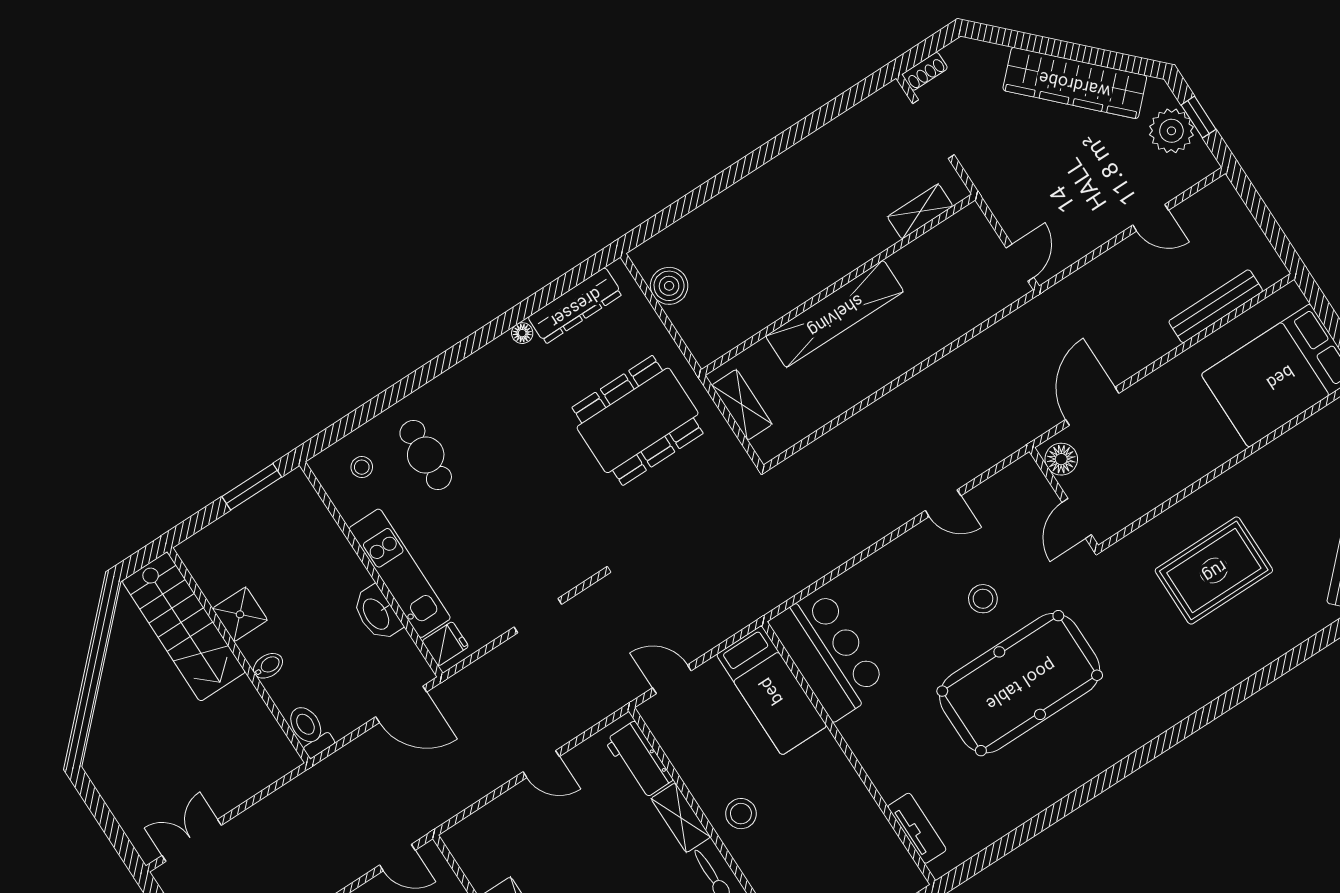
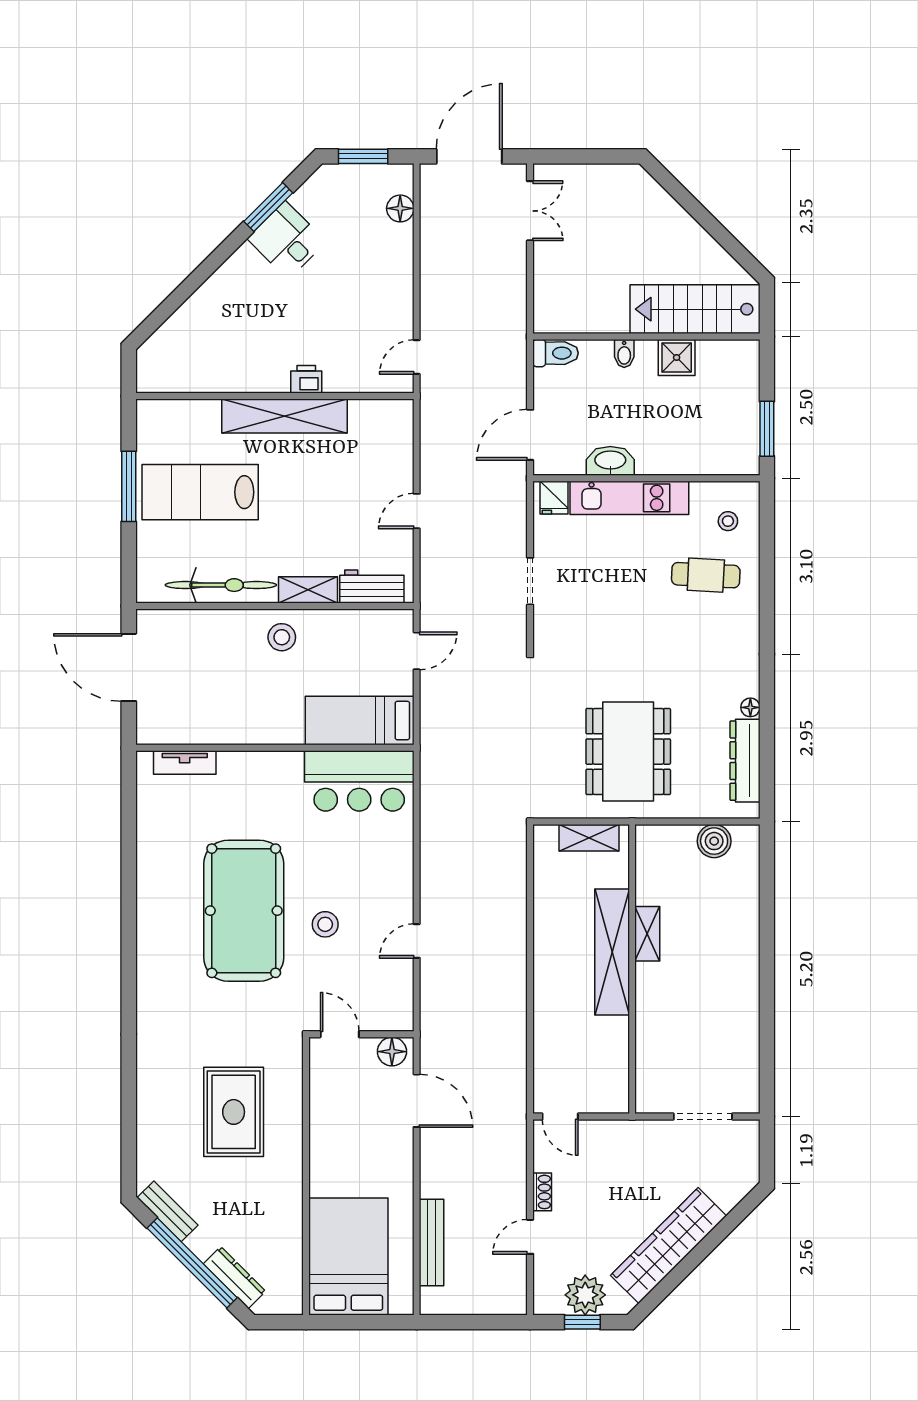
shoe rack: (925, 71) -> (542, 1192), moved, turned 180
shelving: (920, 211) -> (647, 934), moved

